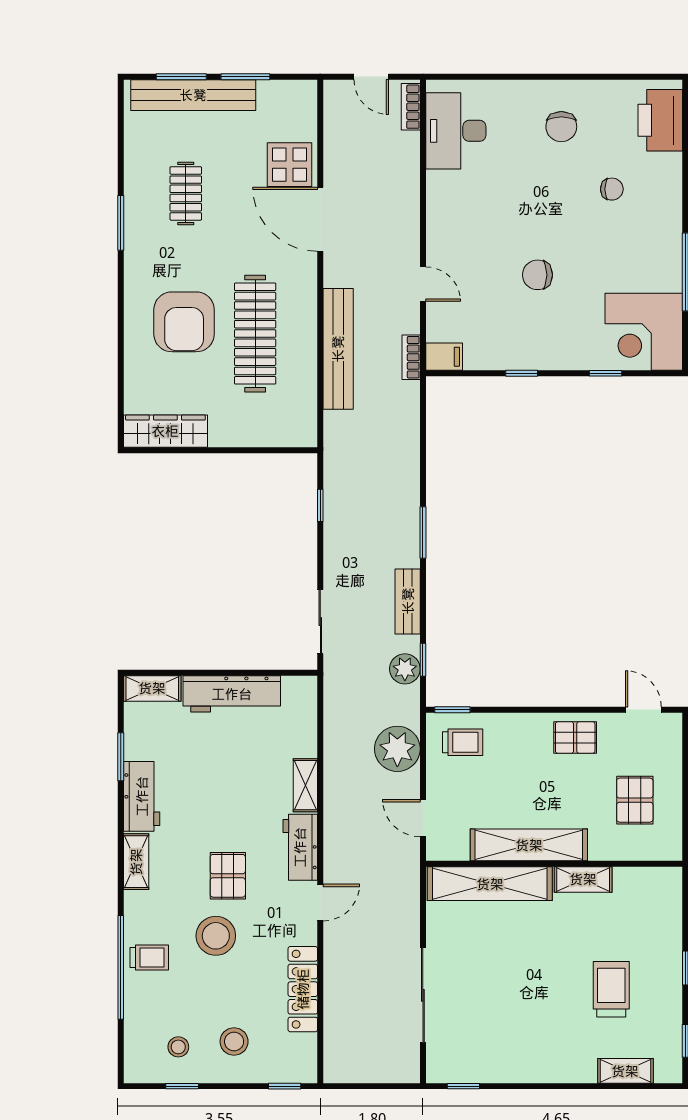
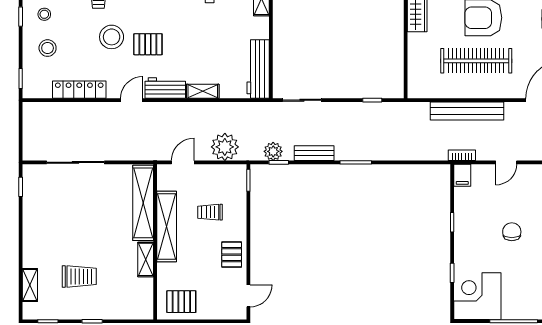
workbench: (232, 694) -> (258, 69), moved
trolley: (463, 742) -> (210, 212), moved, turned 90
pallet: (635, 800) -> (181, 302), moved
door: (320, 902) -> (132, 100), swing flipped

